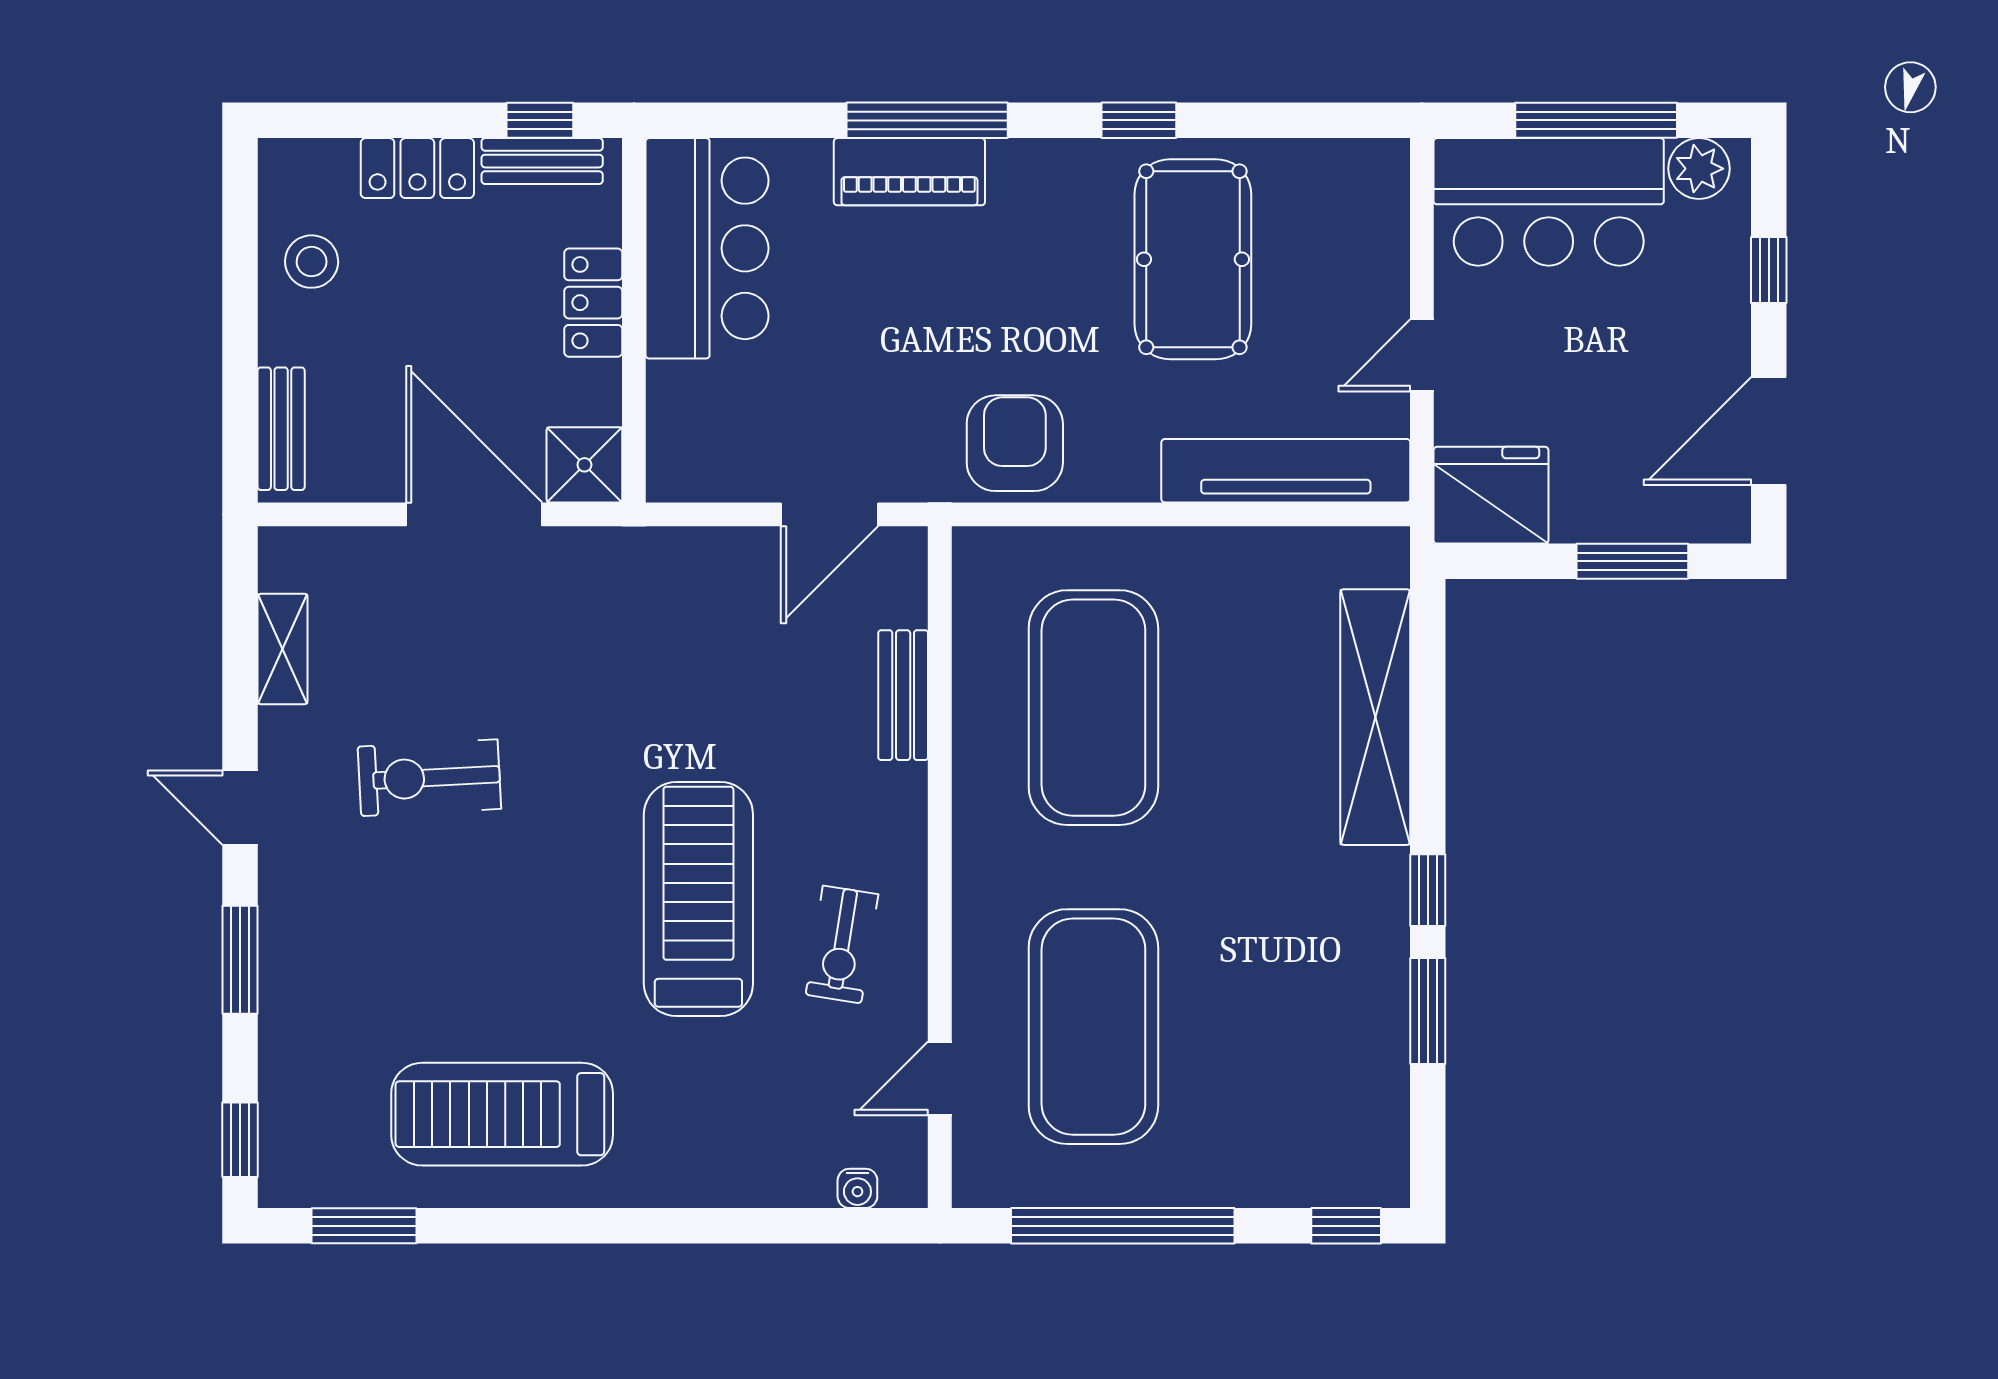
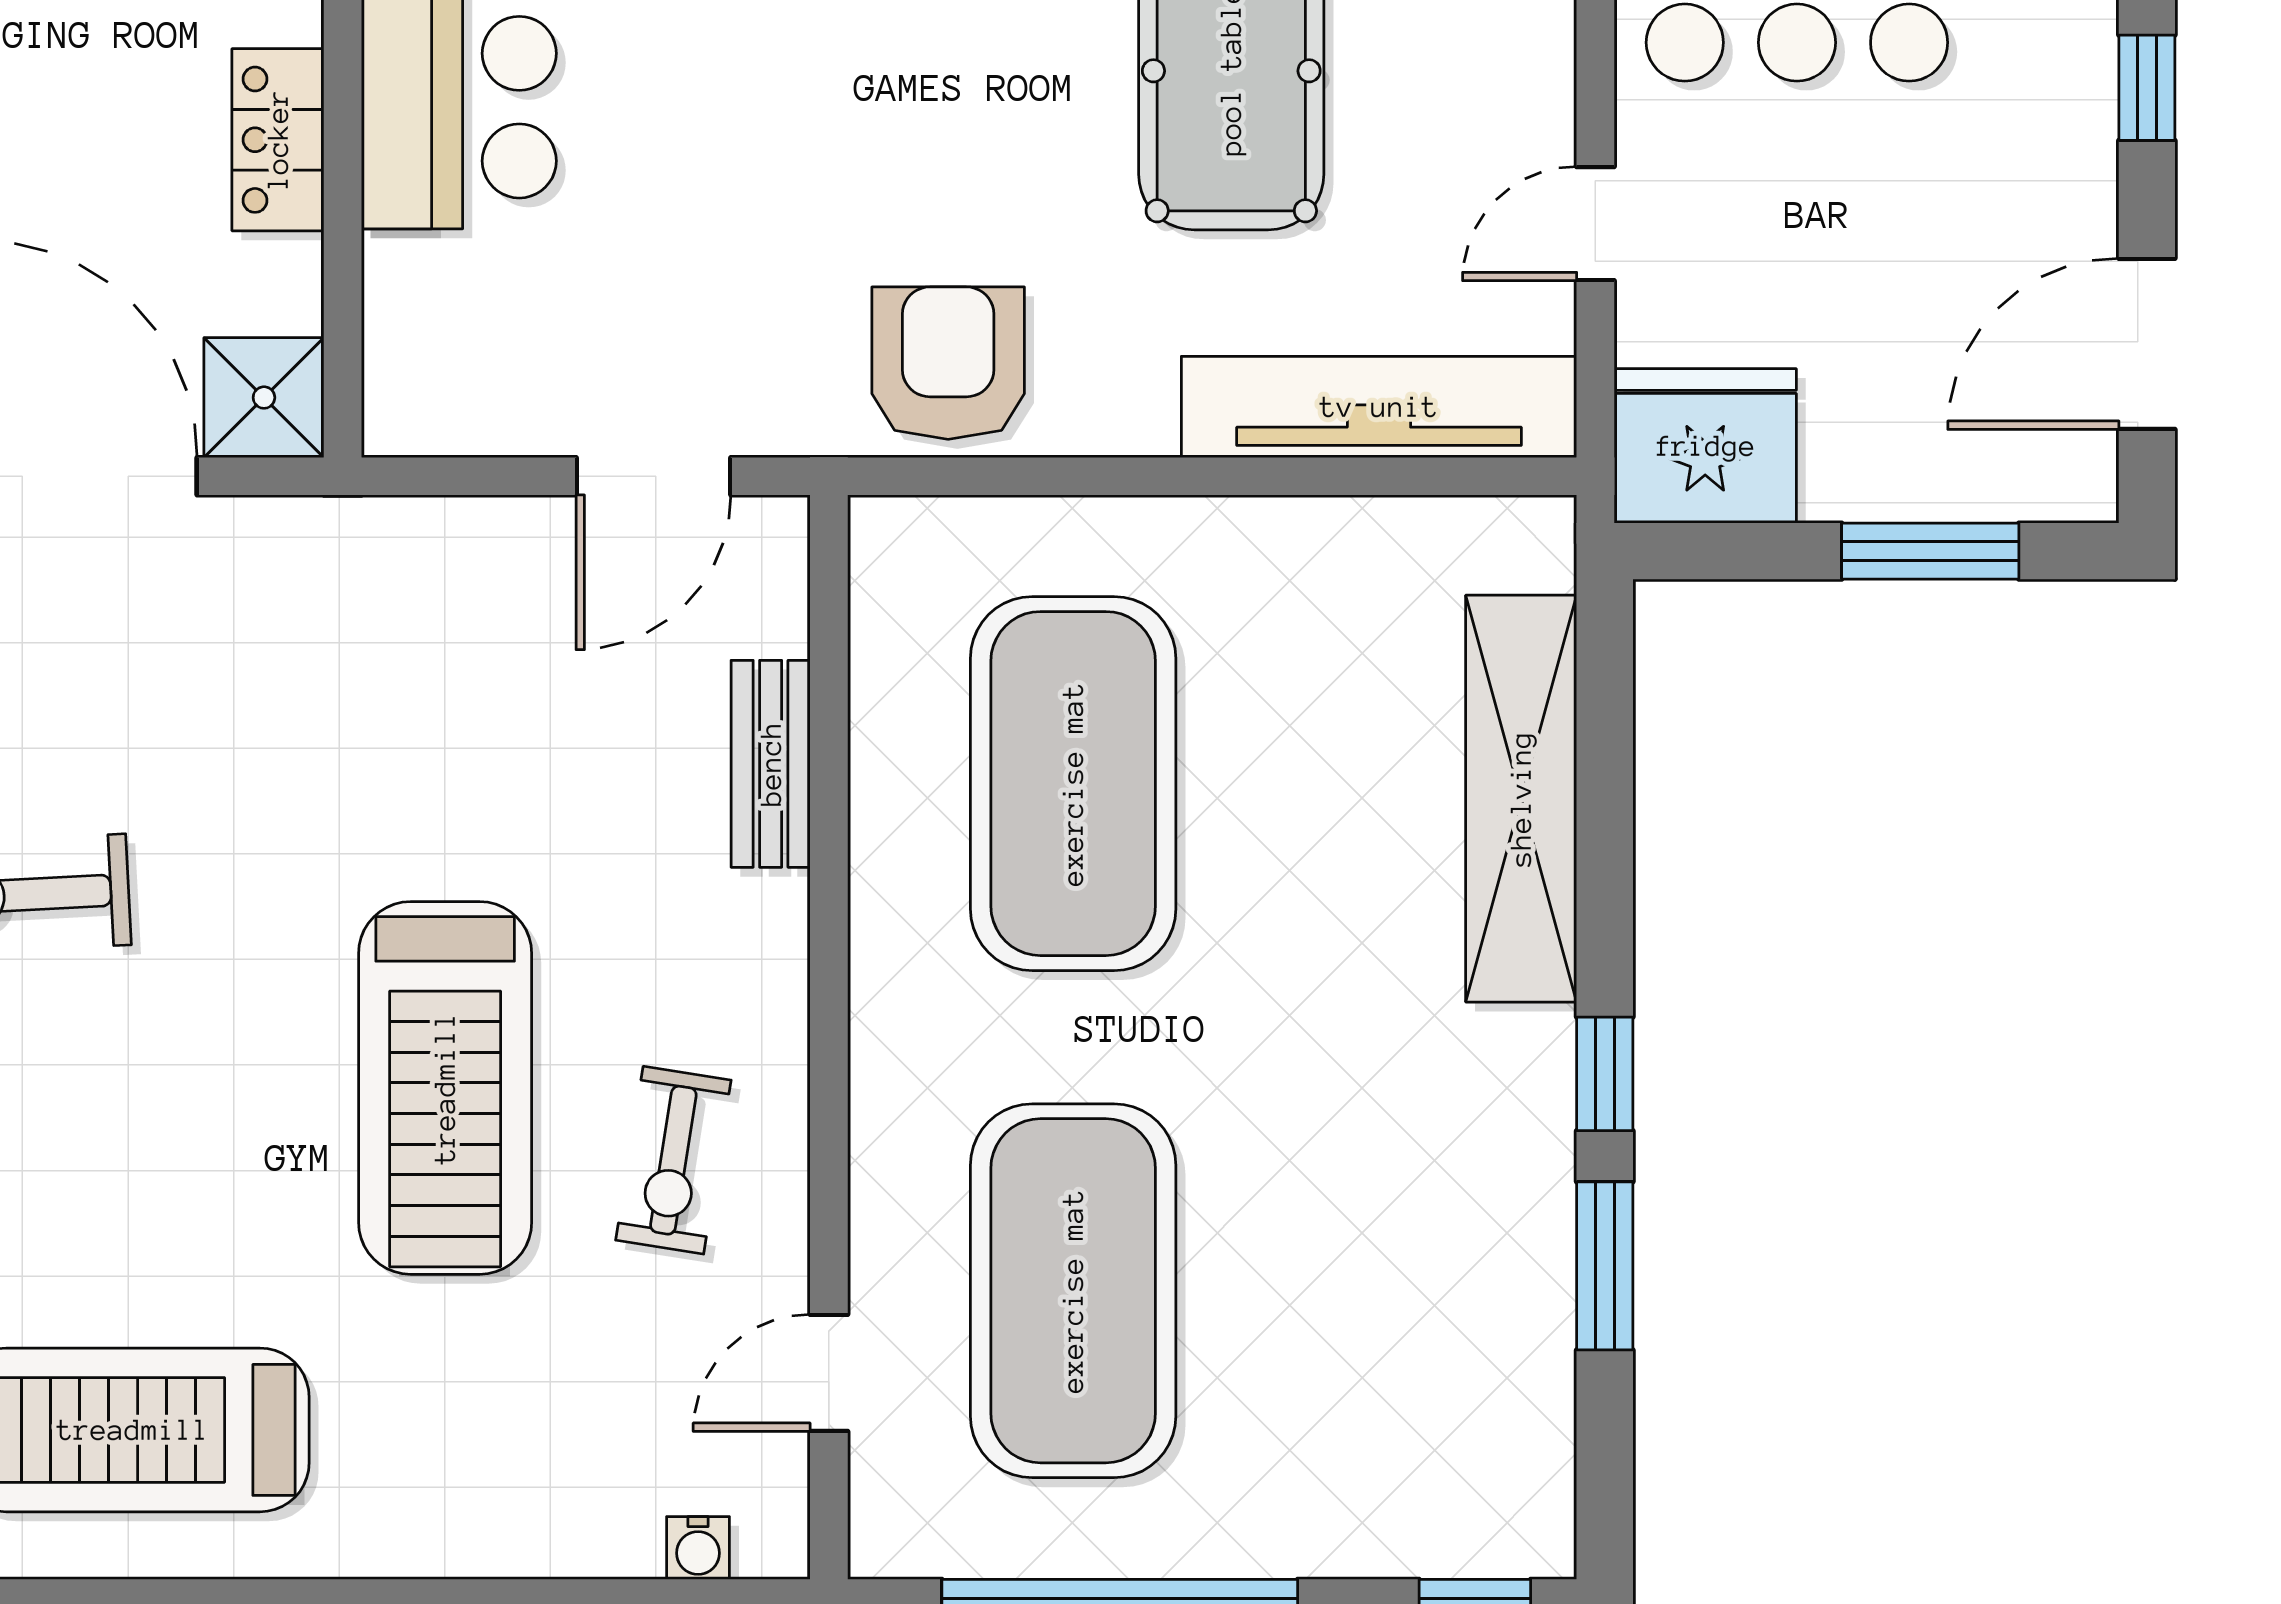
treadmill: (698, 899) -> (445, 1088), turned 180

